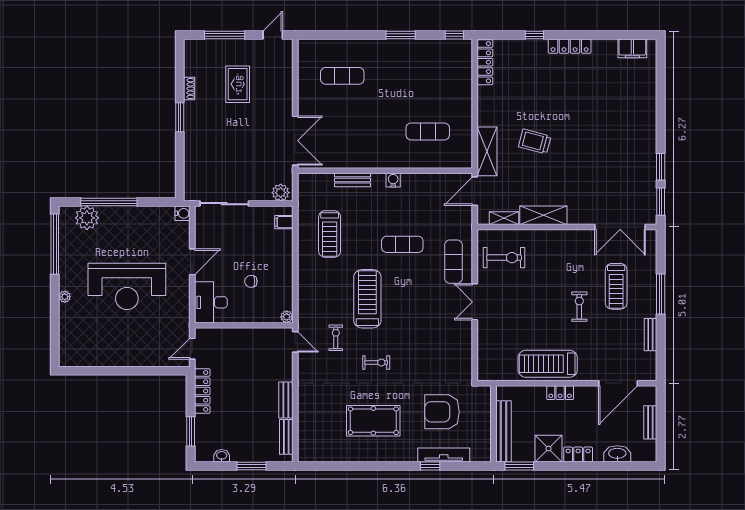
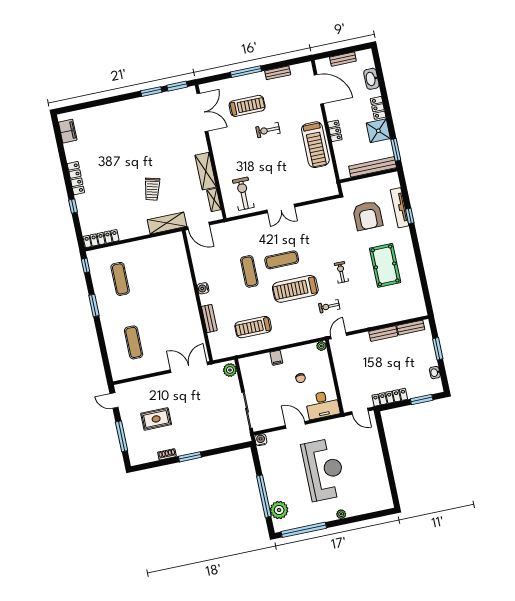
exercise mat: (428, 131) -> (120, 279), moved
filing cabinet: (284, 222) -> (276, 358), moved
treadmill: (330, 234) -> (253, 327), turned 180
exercise mat: (453, 262) -> (282, 260), moved

